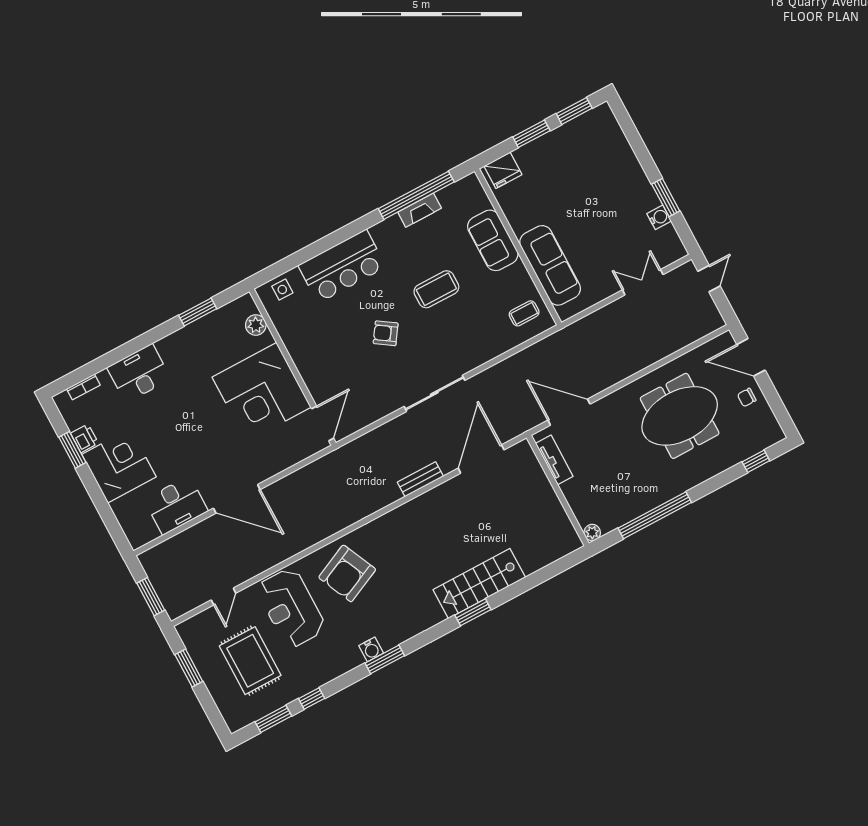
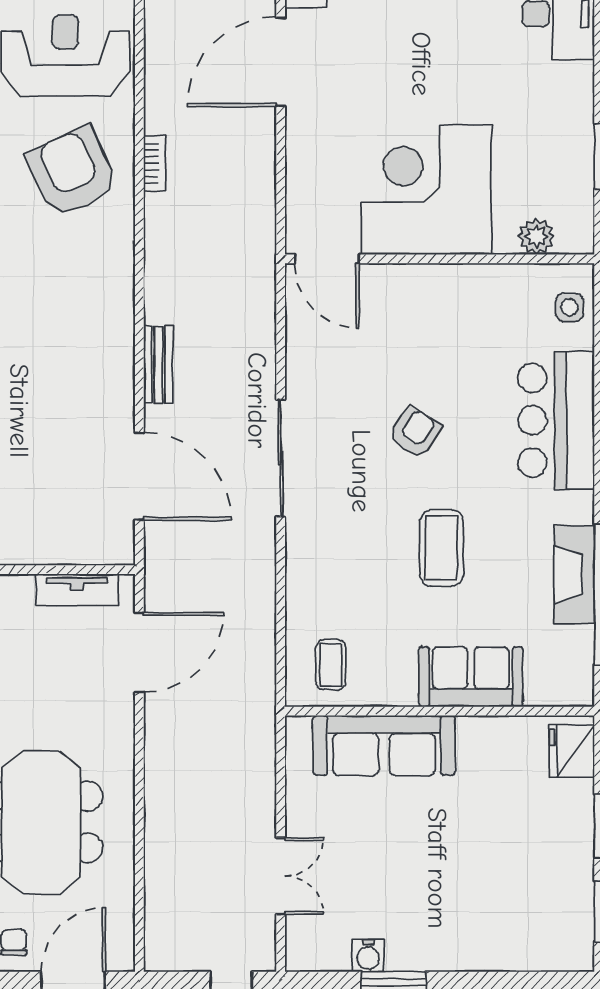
fireplace: (420, 210) -> (574, 574), width x1.37, depth x1.32
bookcase: (321, 535) -> (154, 163), added

